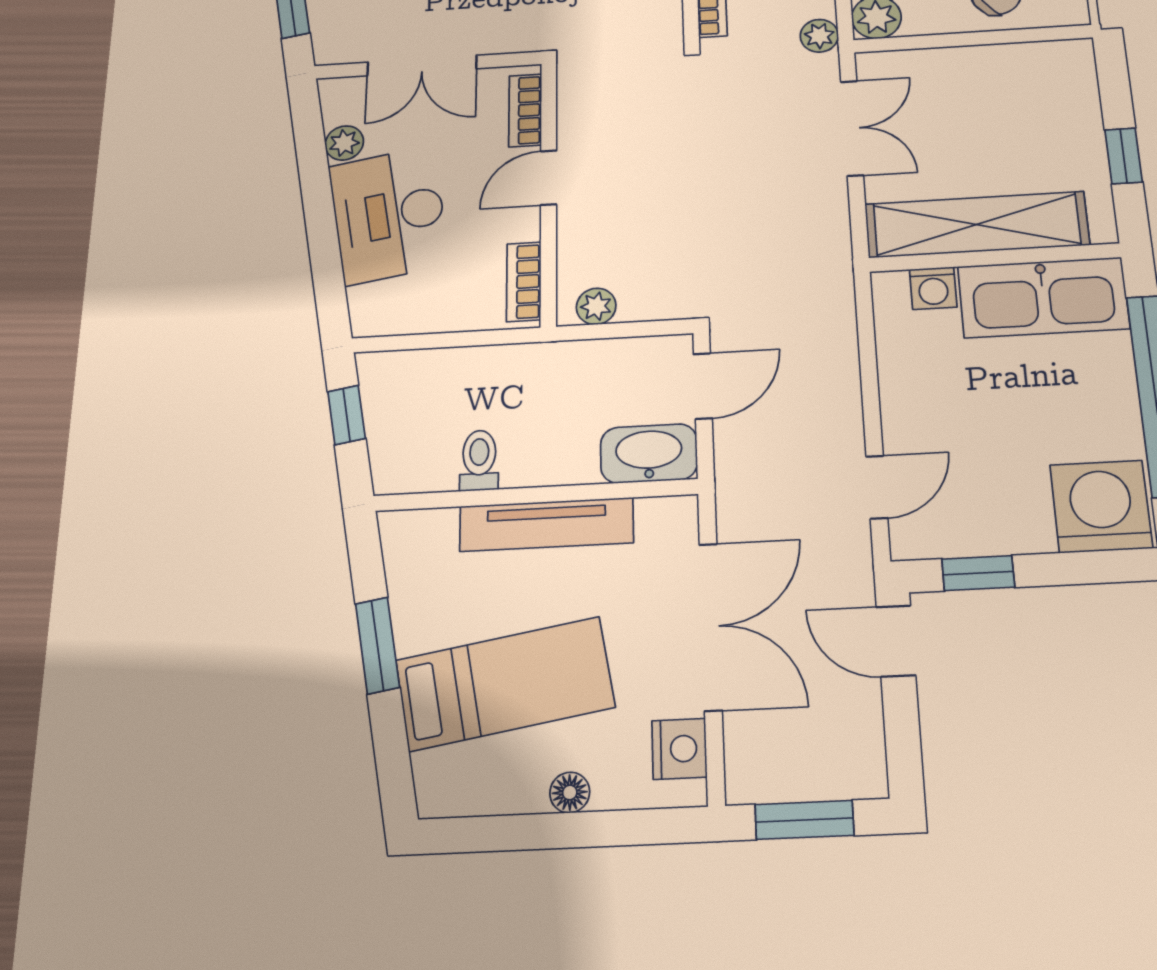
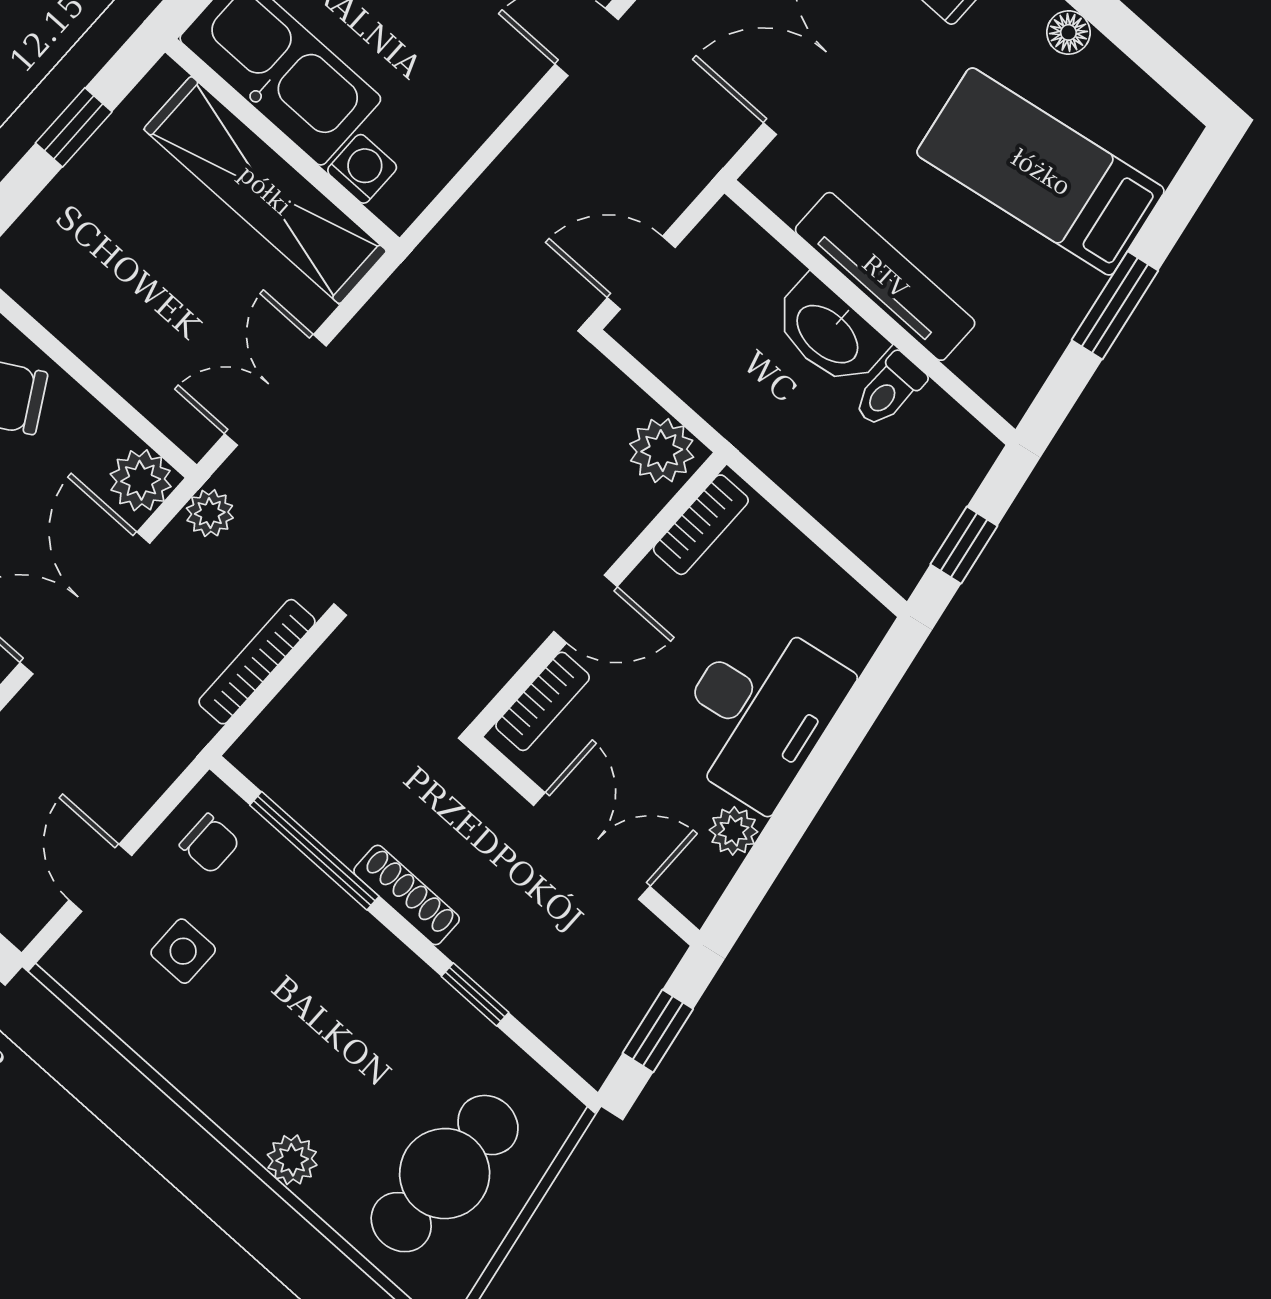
plant: (596, 306) -> (662, 451), width x1.38, depth x1.38
washbasin: (649, 453) -> (829, 333), moved

